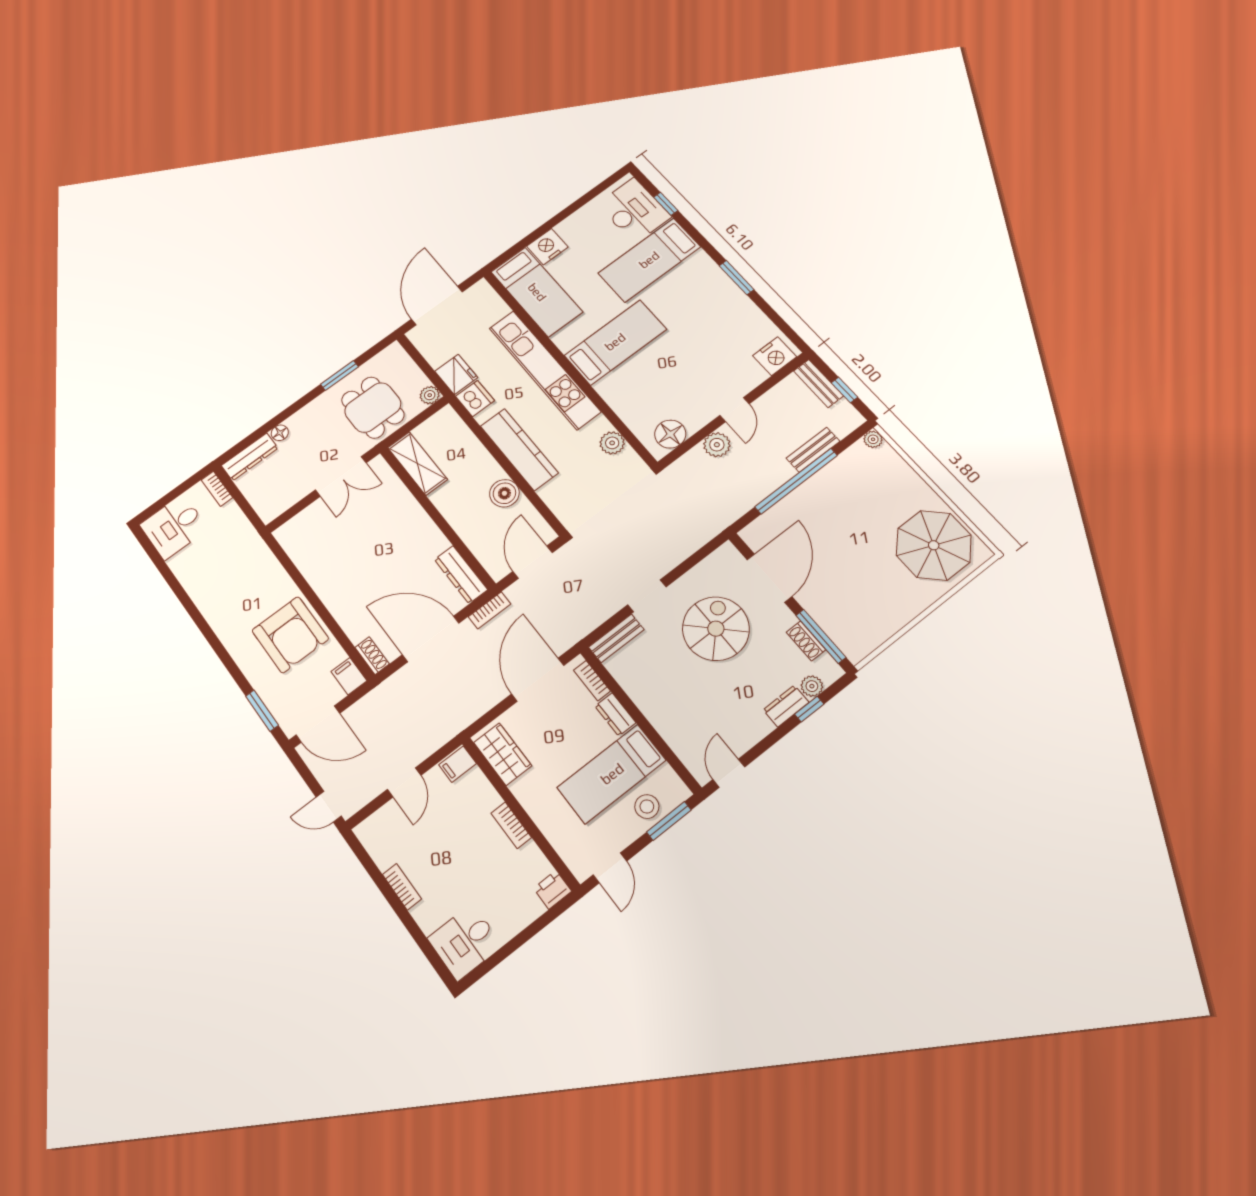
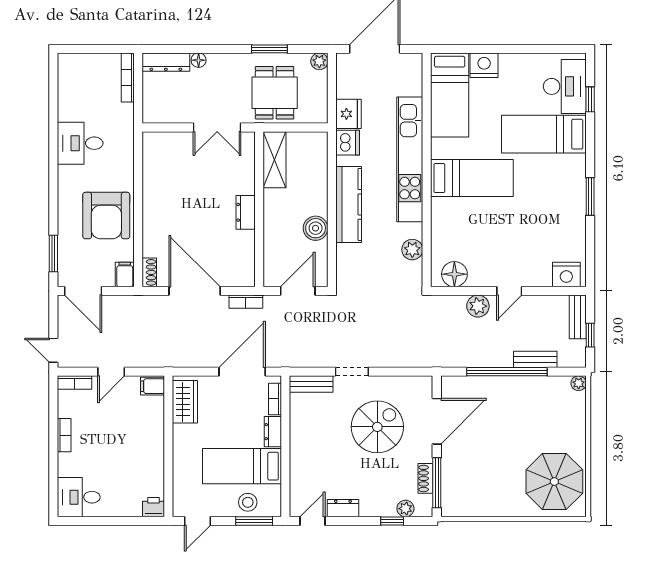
plant: (430, 395) -> (319, 61), moved
bookcase: (217, 489) -> (128, 77), width x1.56
desk: (174, 527) -> (80, 143), moved
dresser: (461, 575) -> (246, 212), moved, width x0.70
dresser: (786, 706) -> (343, 508), moved
bookcase: (511, 825) -> (74, 383), moved, turned -90

